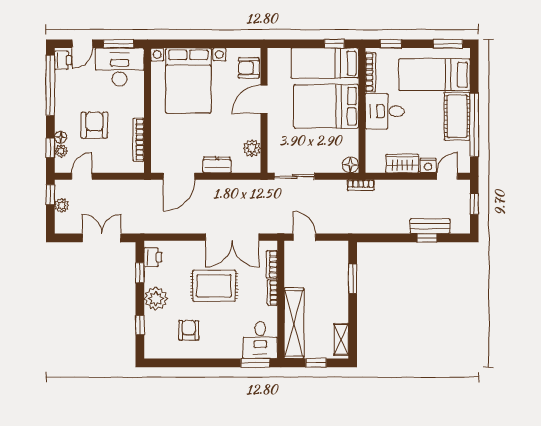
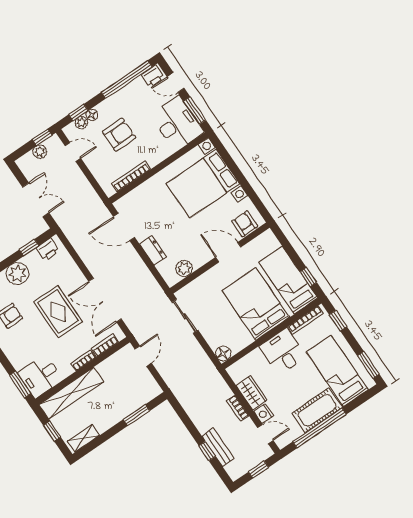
bookcase: (361, 185) -> (238, 408), moved

